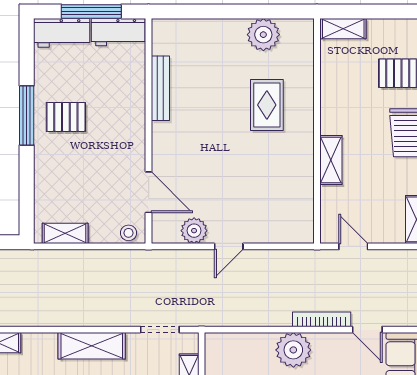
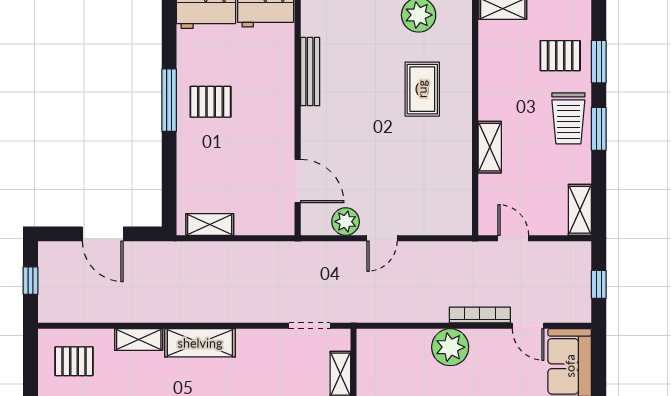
stool: (129, 233) -> (277, 224), removed
shelving: (92, 346) -> (200, 343), moved

